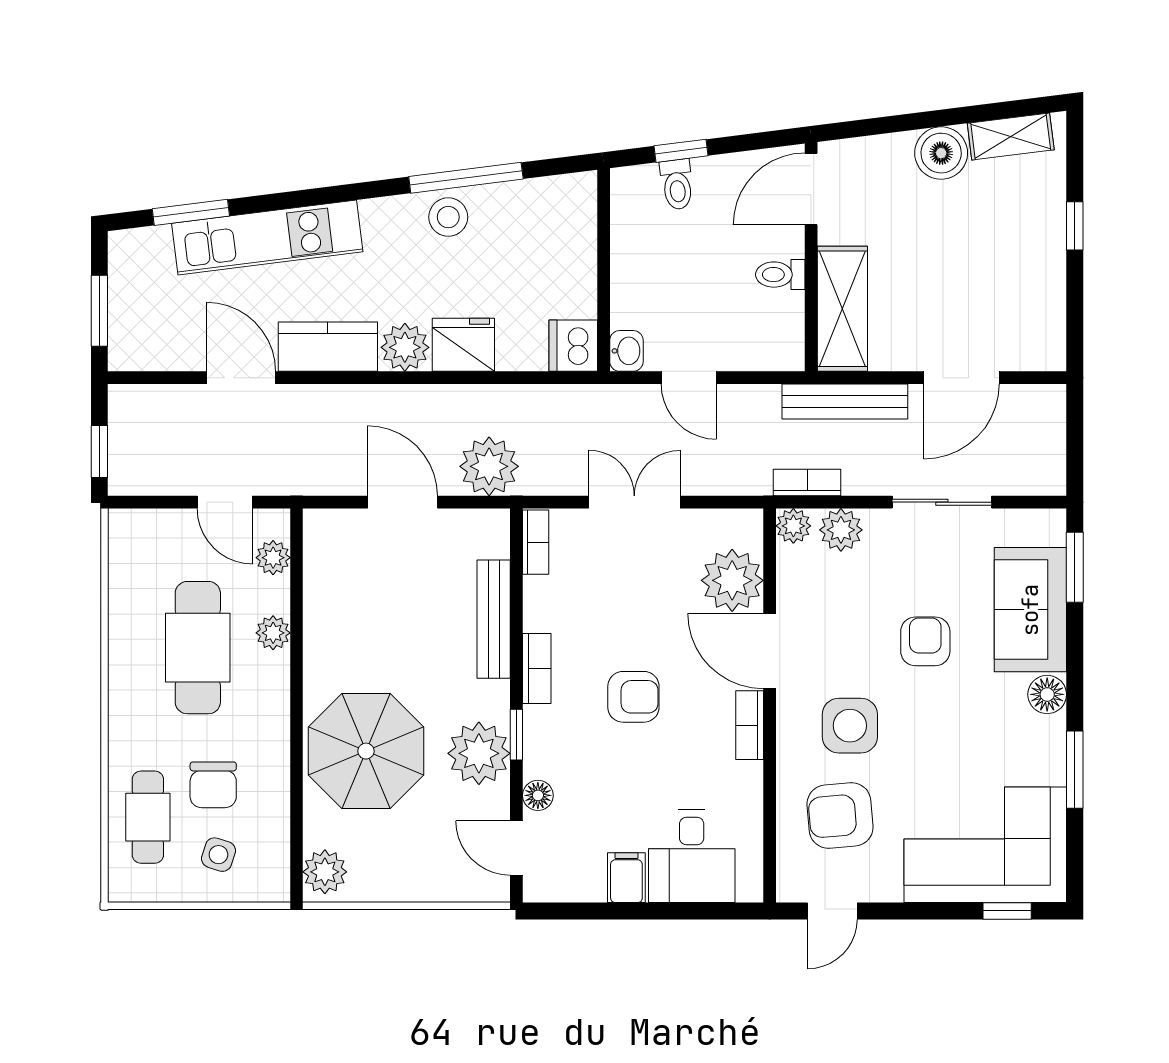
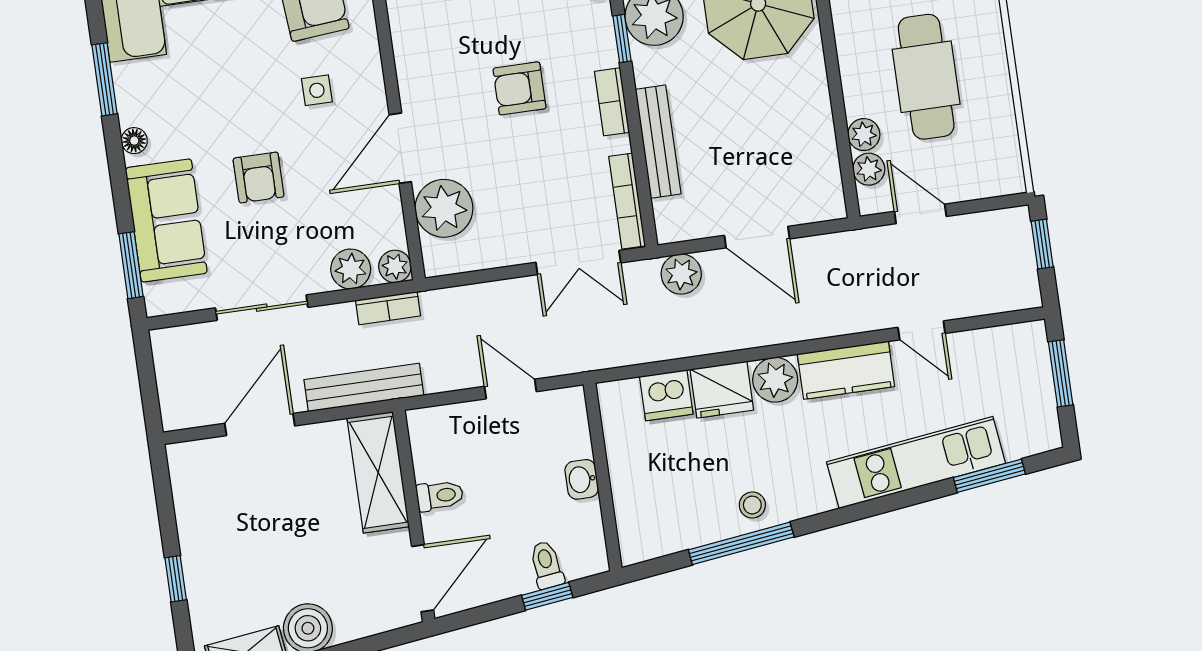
stool: (448, 217) -> (752, 505), width x0.73, depth x0.73
dishwasher: (573, 346) -> (666, 395), moved, turned 90
washbasin: (626, 351) -> (582, 479), moved
door: (241, 378) -> (922, 330), width x0.73
plant: (489, 466) -> (681, 274), width x0.73, depth x0.73
double door: (634, 502) -> (578, 263), moved
bookcase: (536, 542) -> (627, 201), width x1.56
plant: (273, 633) -> (864, 135), moved
door: (770, 651) -> (400, 148), swing flipped
floor lamp: (1047, 694) -> (134, 141), width x0.73, depth x0.73
bookcase: (750, 725) -> (409, 78), removed
side table: (850, 726) -> (317, 90), width x0.54, depth x0.54

